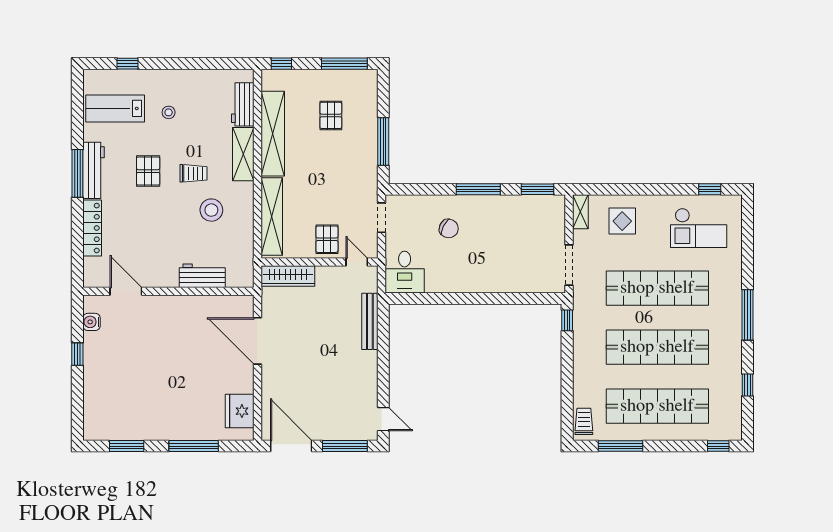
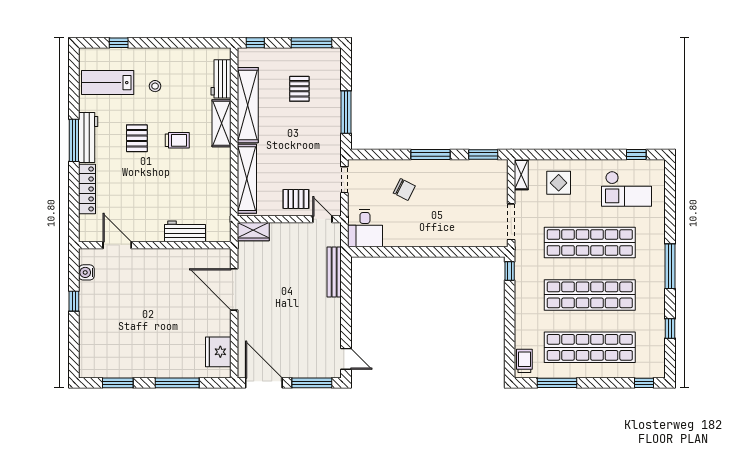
stool: (211, 210) -> (193, 173), removed
pallet: (327, 239) -> (296, 199), turned 90
wardrobe: (288, 276) -> (253, 232), width x0.67

